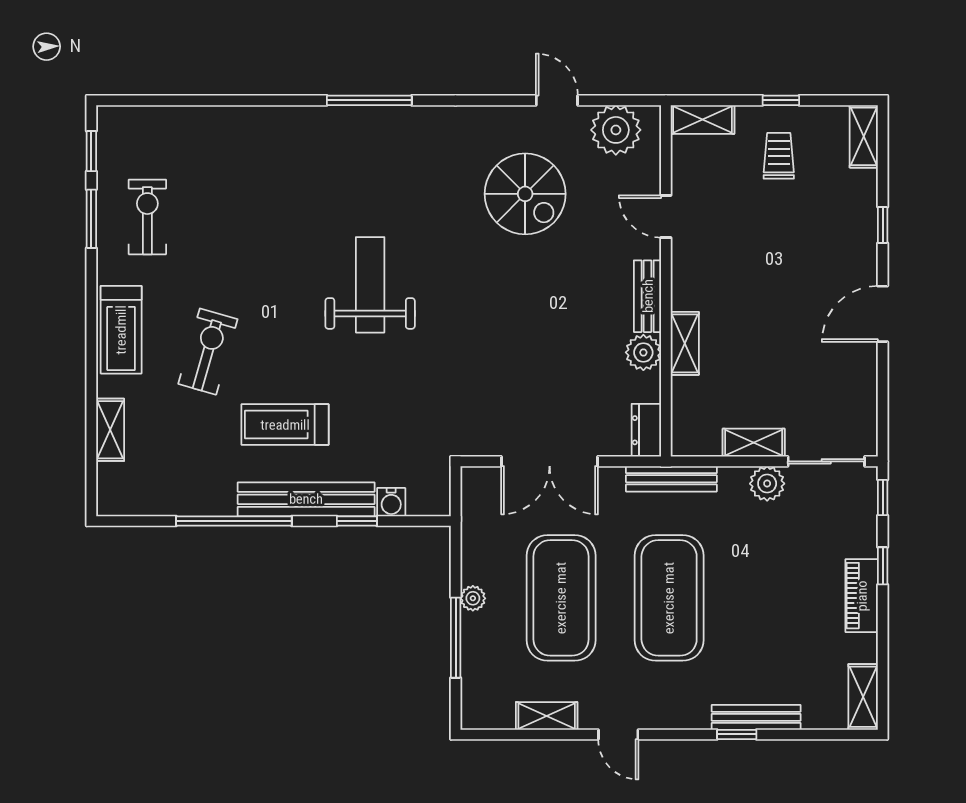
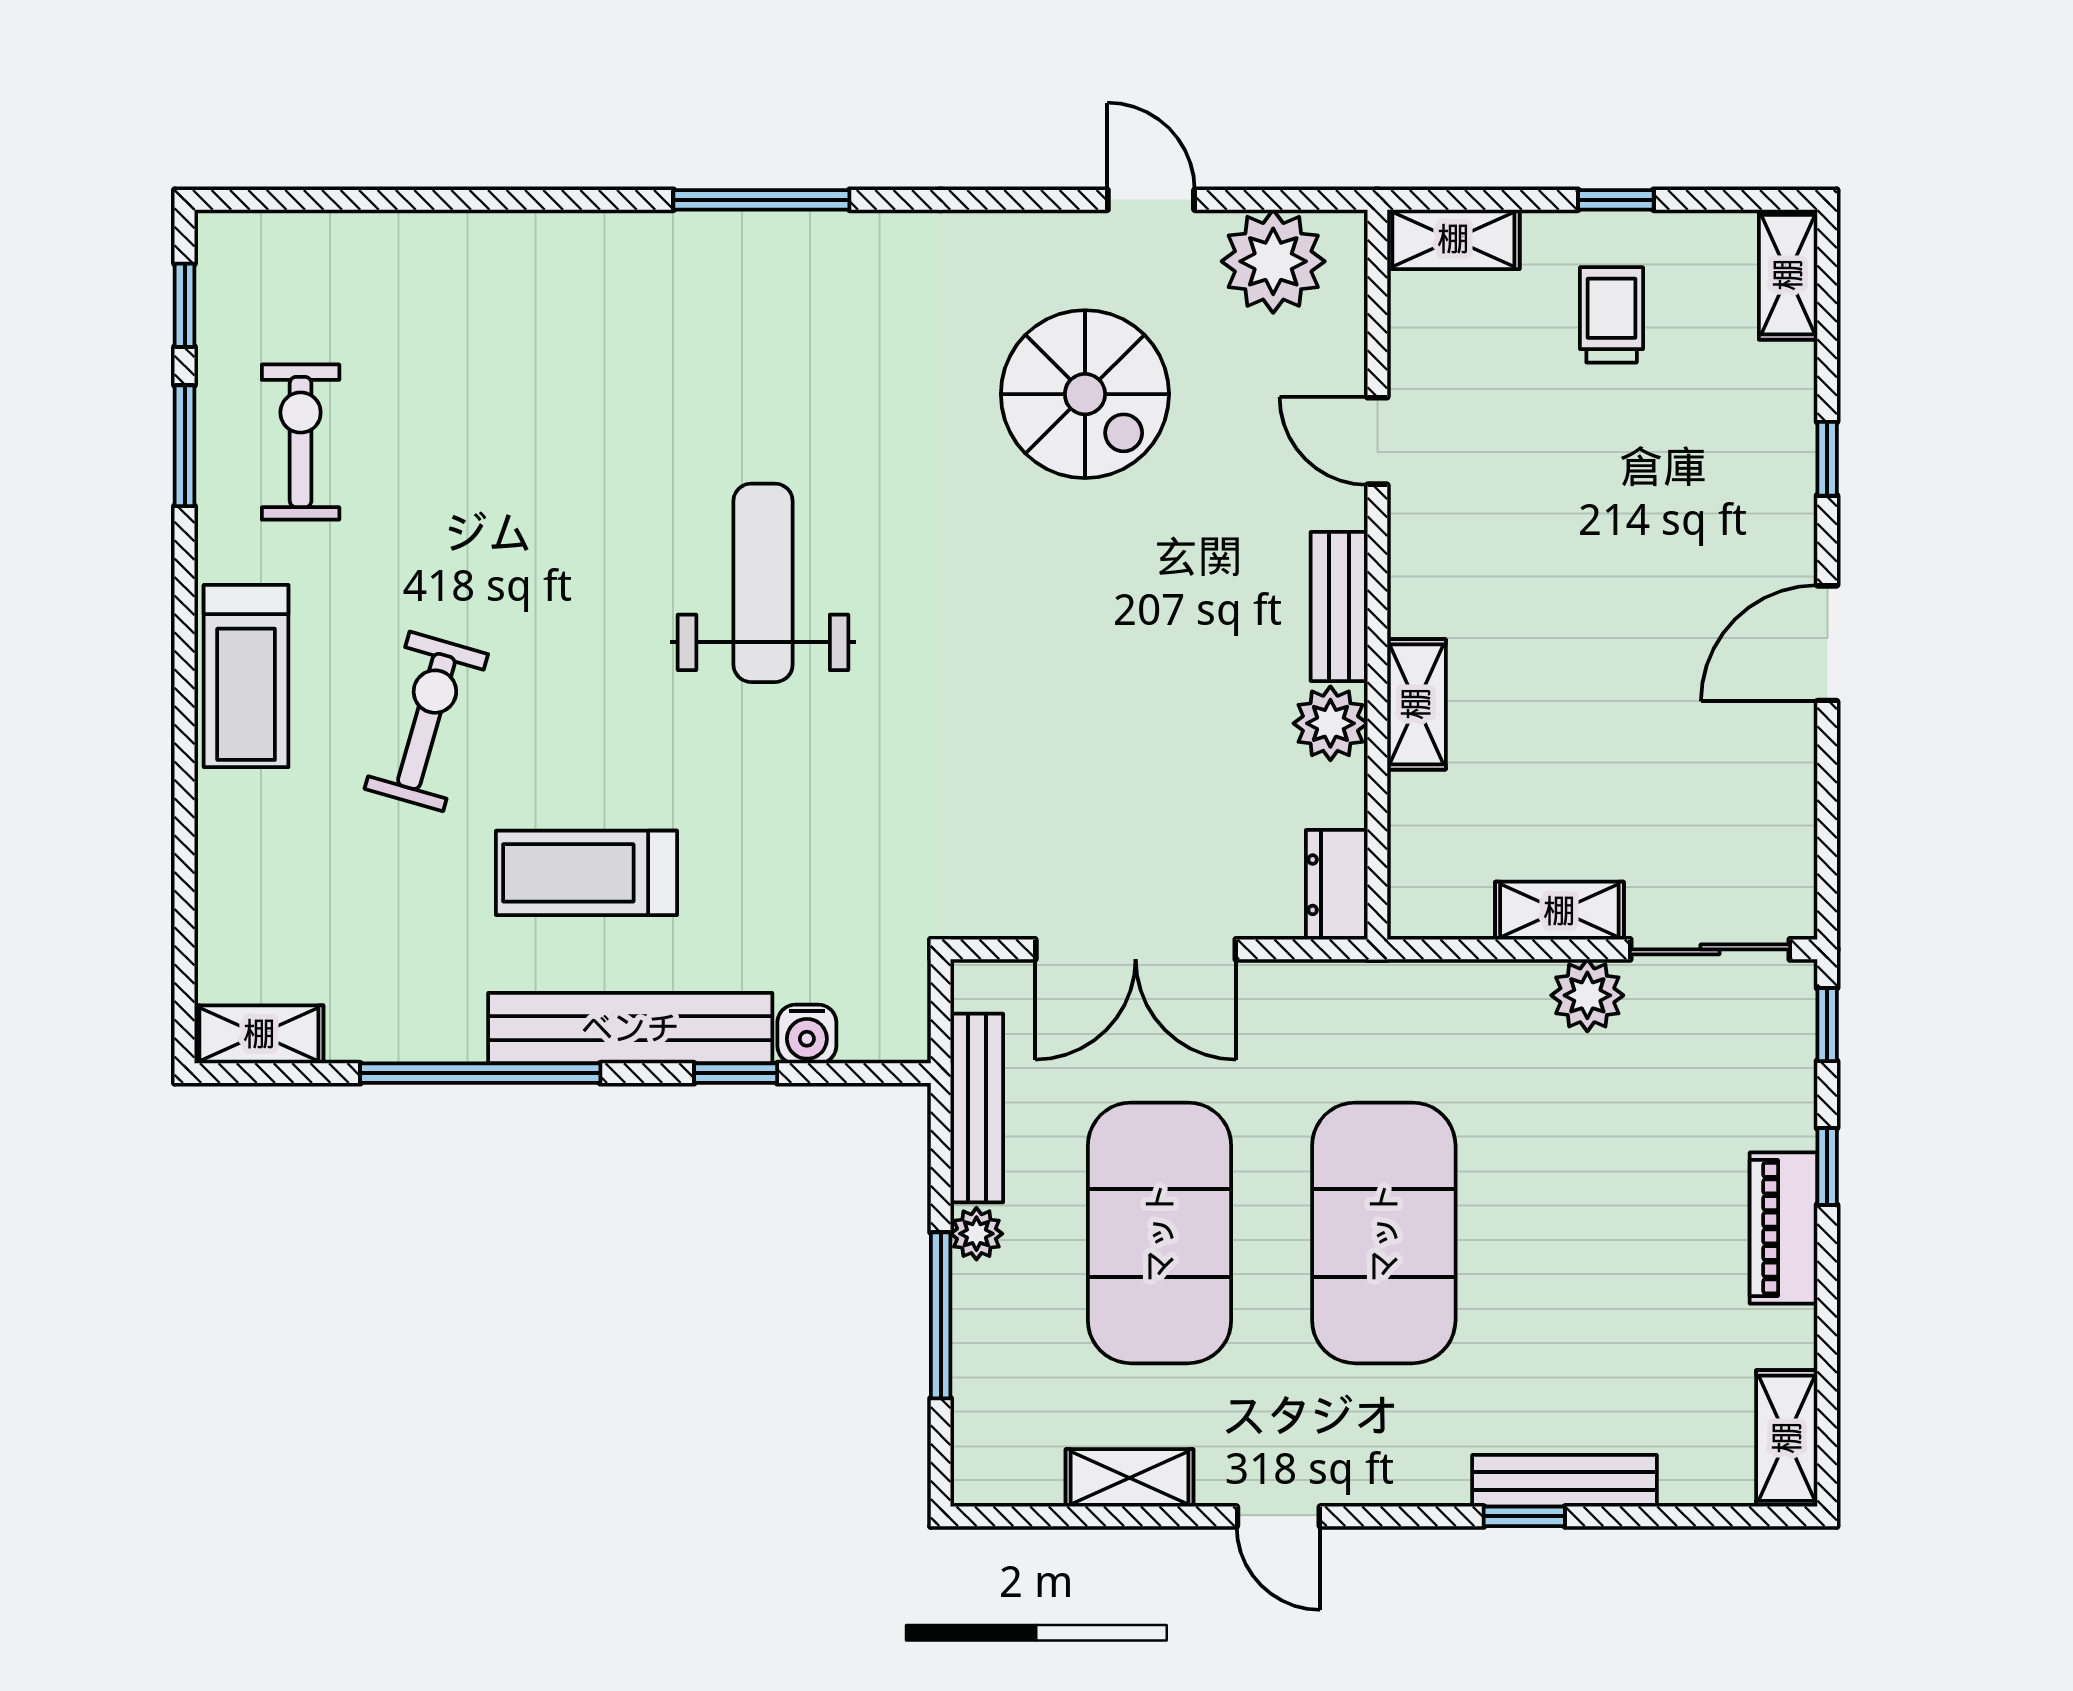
shelving: (110, 430) -> (259, 1034), moved, turned 90
bench: (671, 479) -> (977, 1108), moved, turned 90

